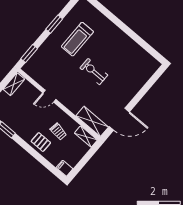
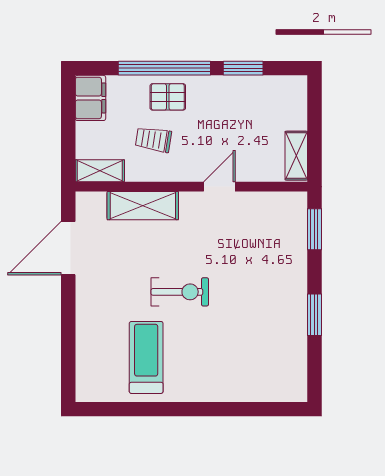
treadmill: (77, 39) -> (146, 357), moved
shelving: (92, 121) -> (143, 206), moved
window: (34, 153) -> (164, 68), added
filing cabinet: (64, 168) -> (90, 98), width x2.00

